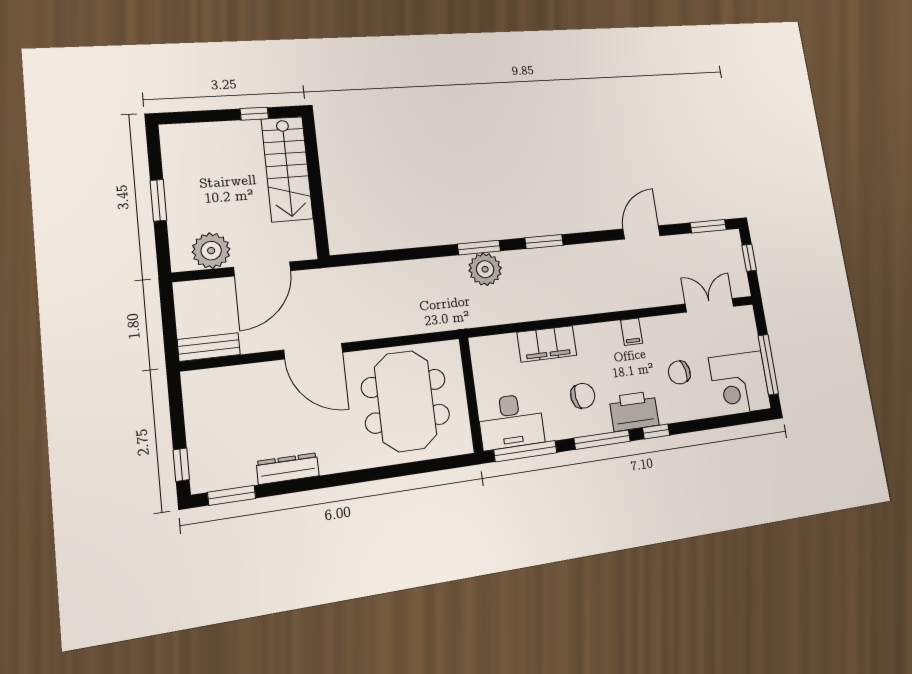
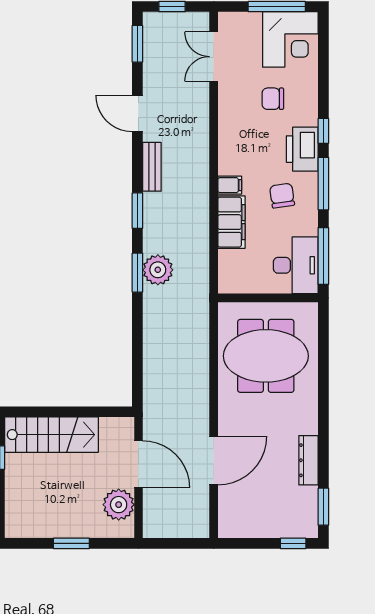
filing cabinet: (632, 332) -> (230, 185), moved
bench: (209, 347) -> (152, 167), moved
door: (313, 351) -> (214, 460), moved
chair: (679, 372) -> (273, 99), turned 102

